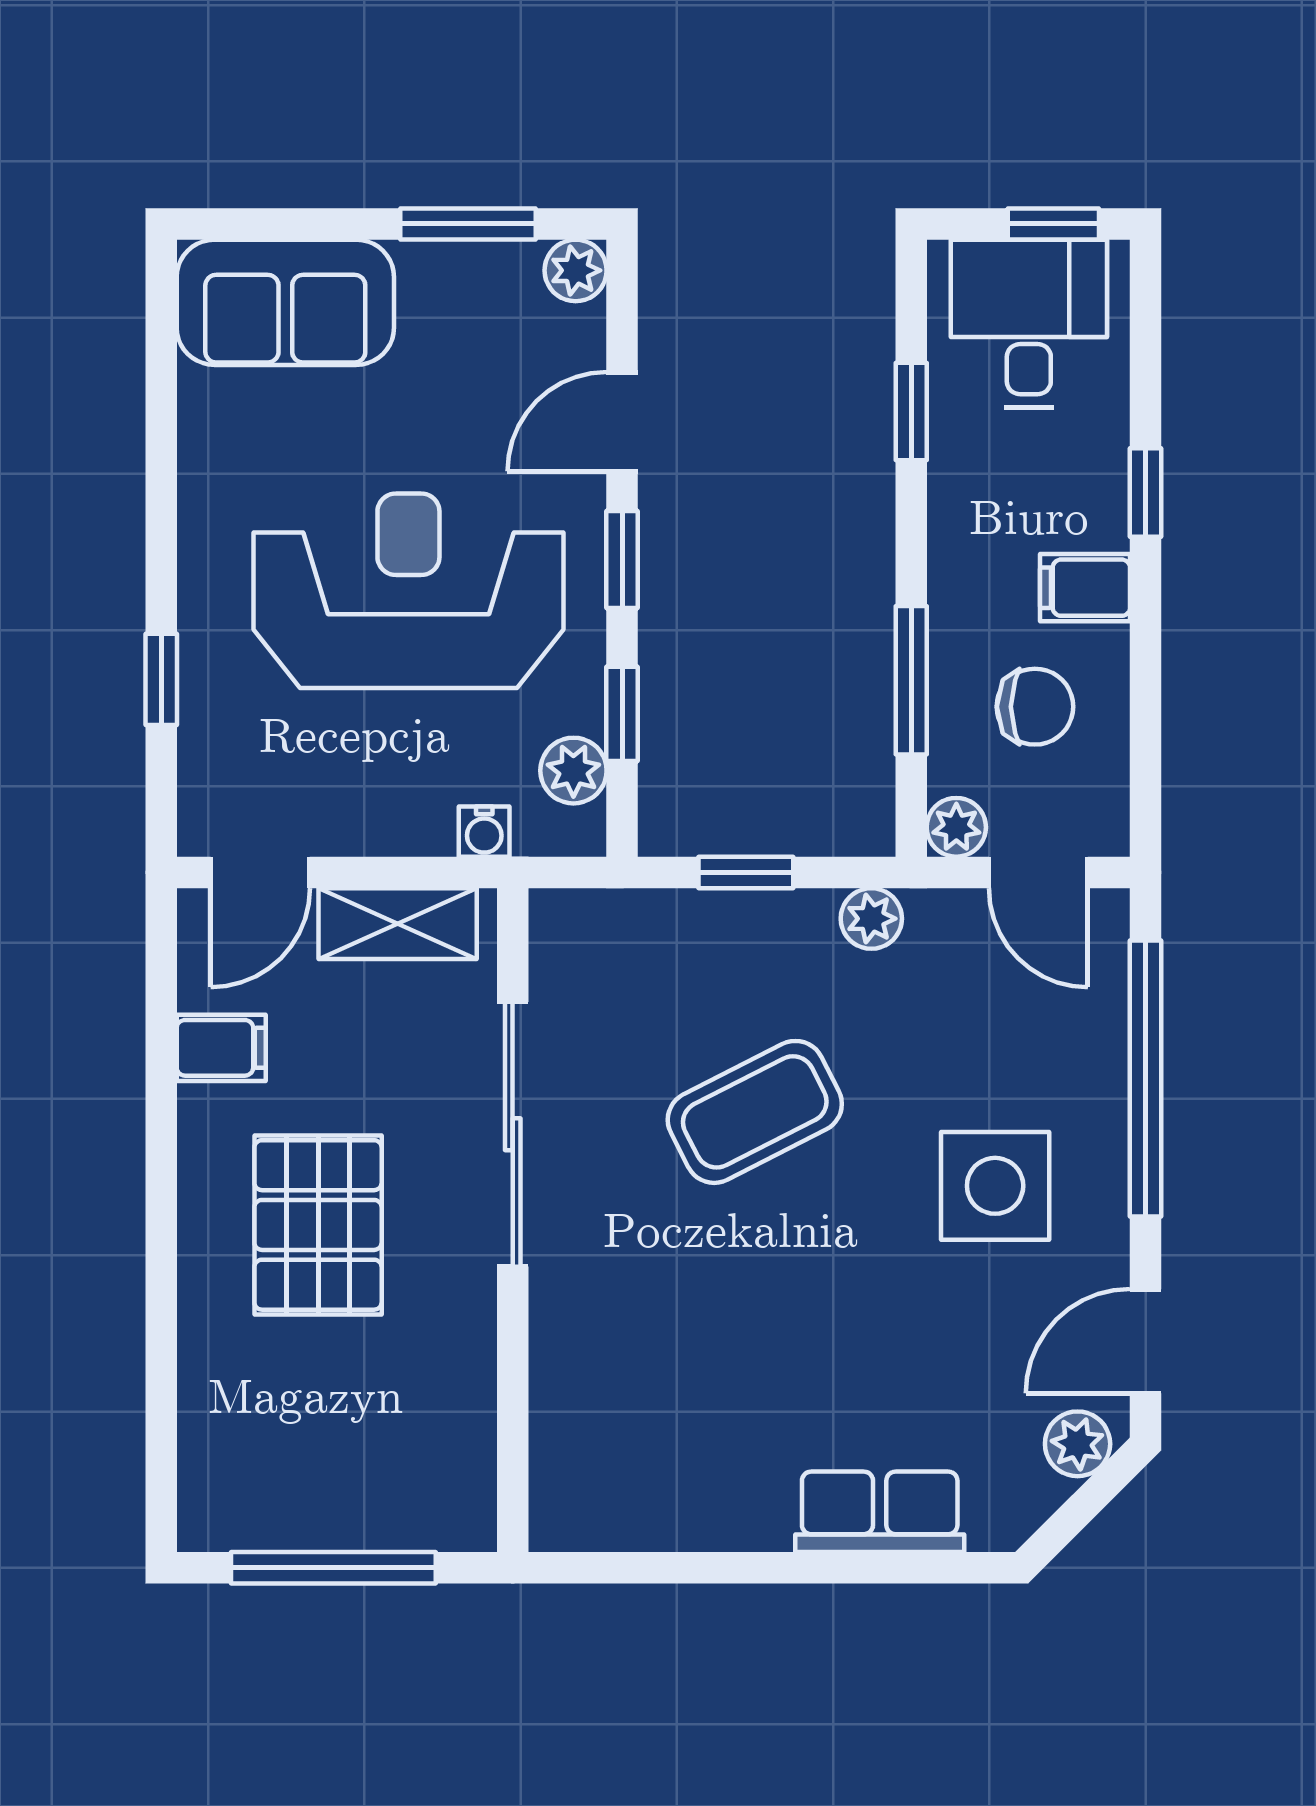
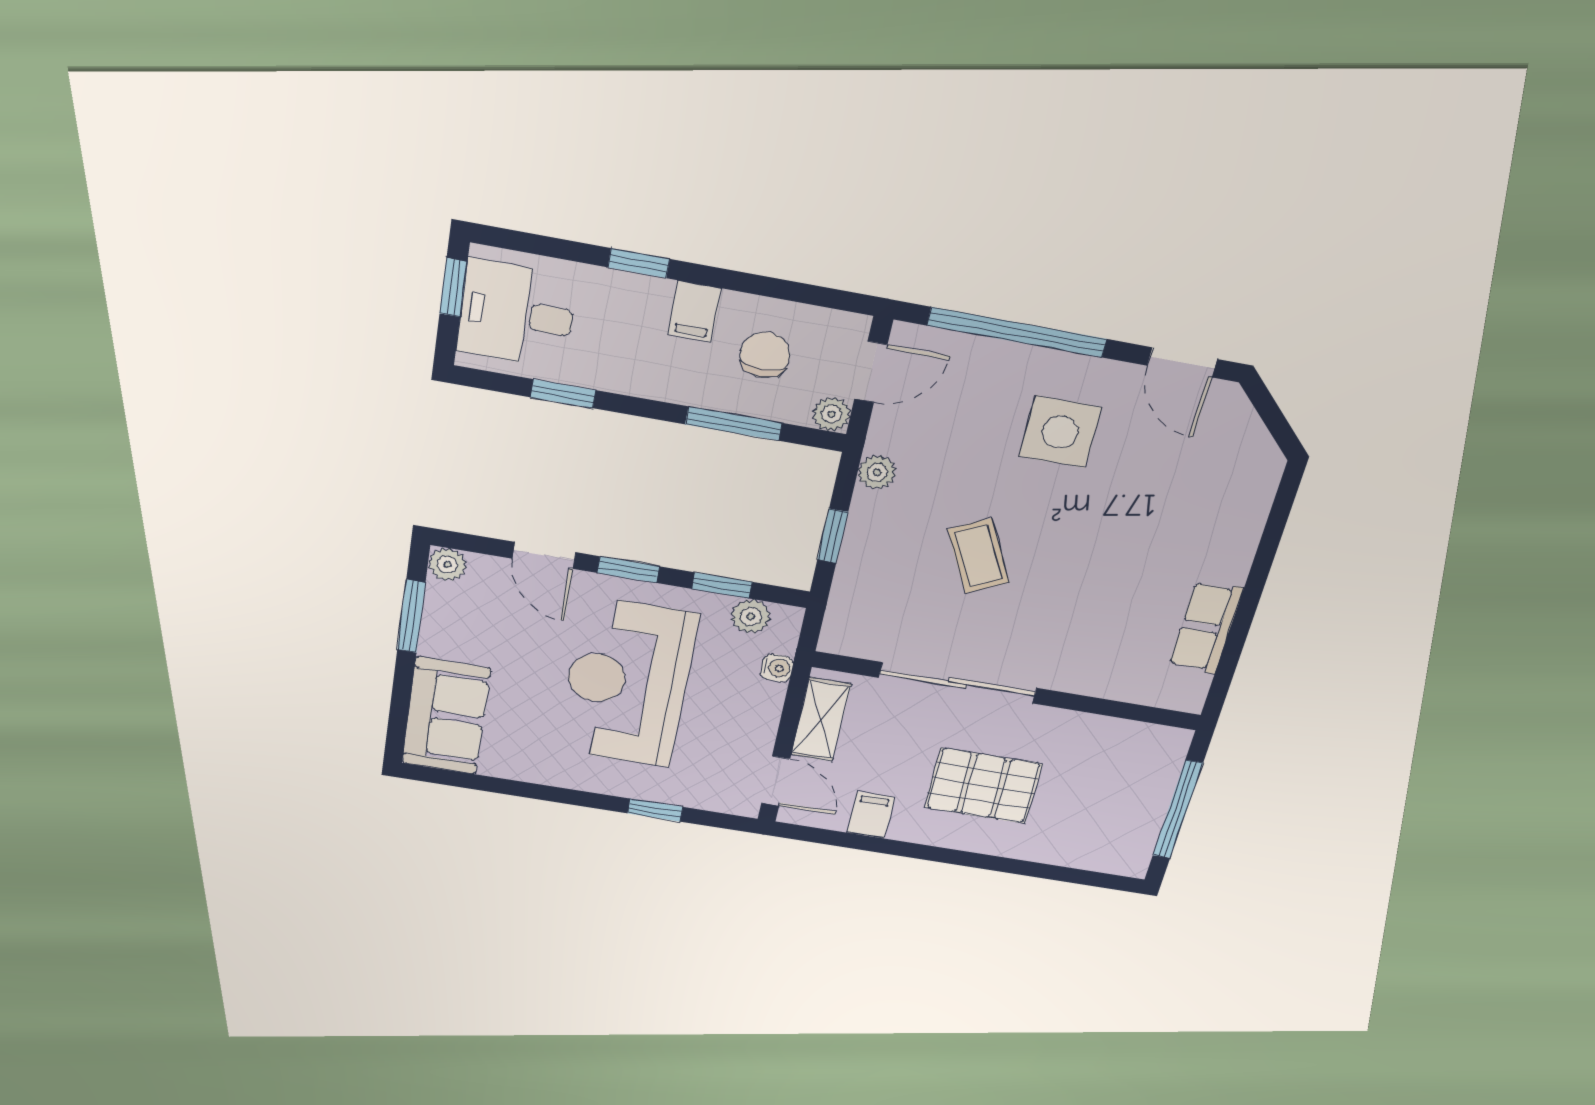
coffee table: (755, 1112) -> (979, 556), width x0.73, depth x0.77
plant: (1078, 1444) -> (1233, 413), removed
row of seats: (880, 1512) -> (1206, 627), moved

